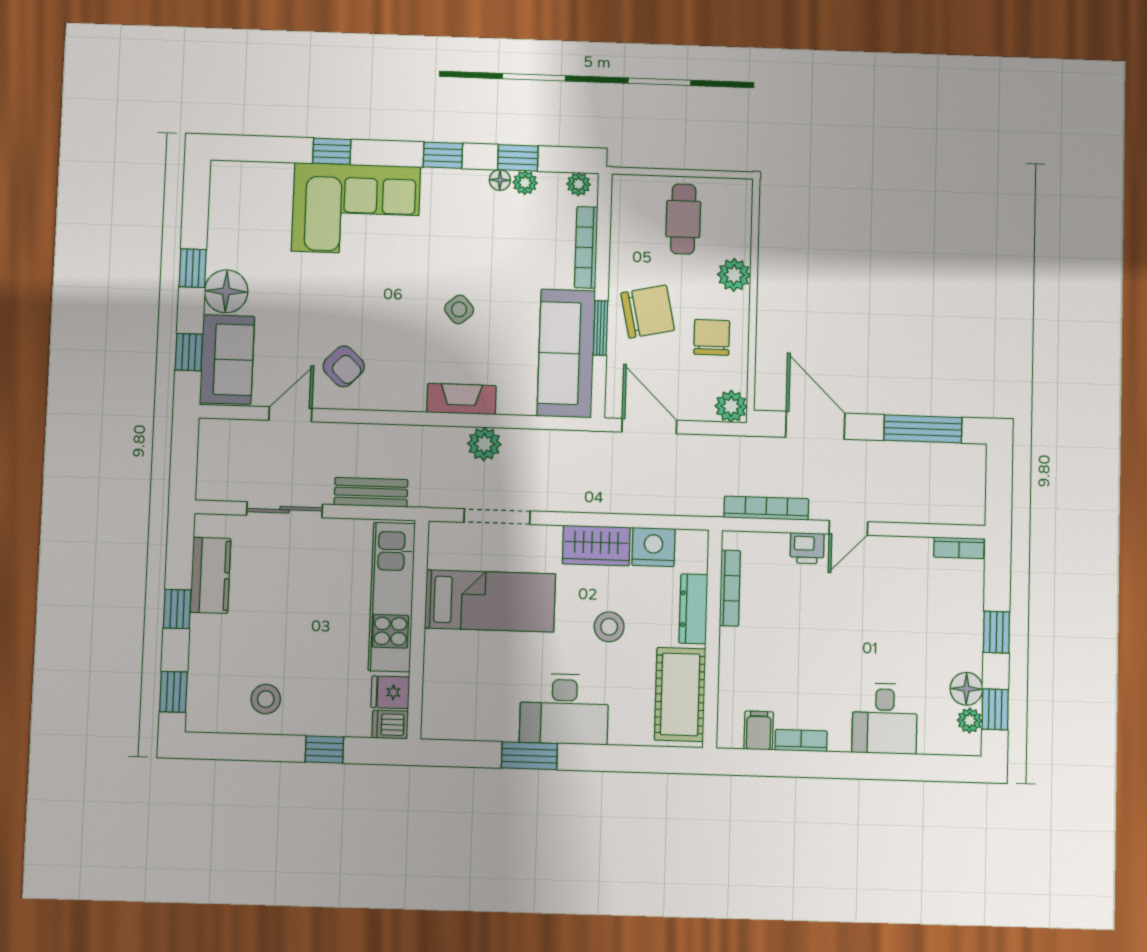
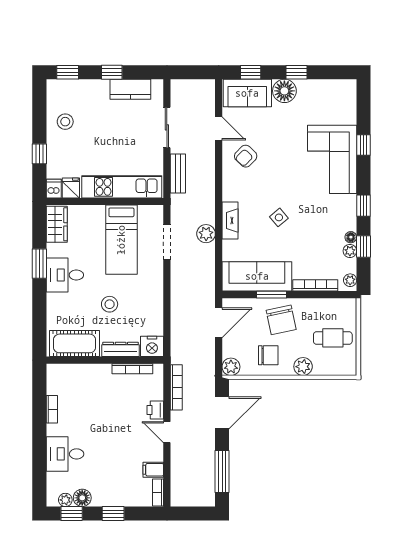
wardrobe: (596, 546) -> (57, 224), moved, turned 180
nightstand: (653, 547) -> (152, 346), moved, turned 90
desk: (564, 709) -> (65, 275), width x0.73
filing cabinet: (759, 731) -> (153, 470), moved, turned 180

